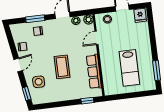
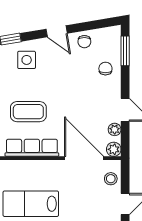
window: (35, 19) -> (125, 51), moved
door: (96, 38) -> (84, 158), width x1.87
coffee table: (62, 67) -> (28, 112), moved

